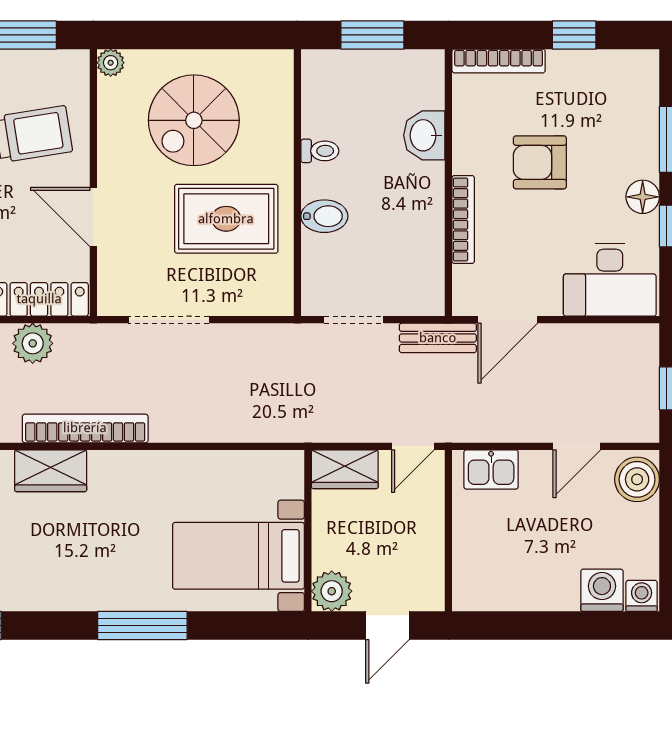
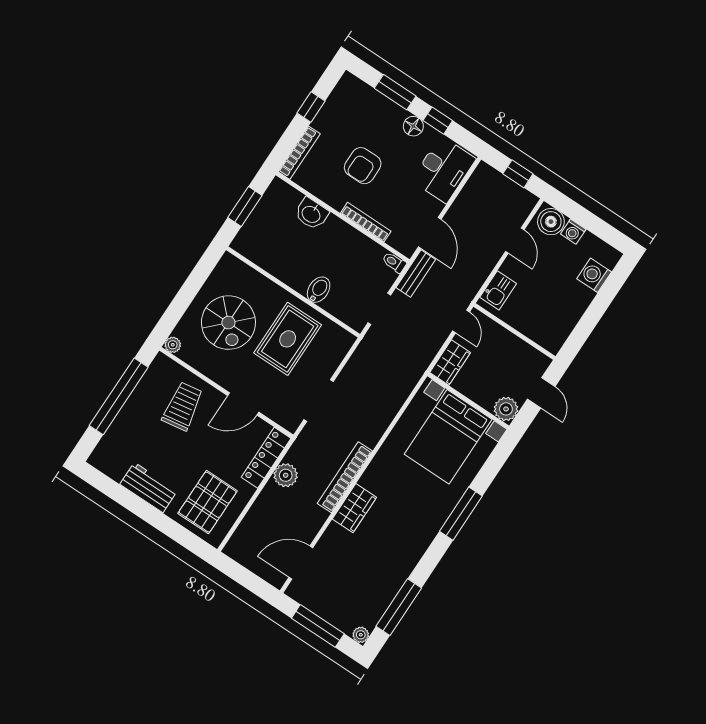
toilet: (320, 151) -> (394, 262), moved, turned -90
bed with nightstands: (238, 556) -> (448, 437), width x1.36
washing machine: (642, 596) -> (573, 232), moved, turned -90

